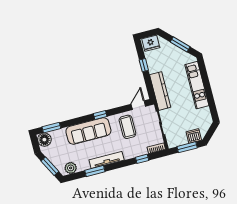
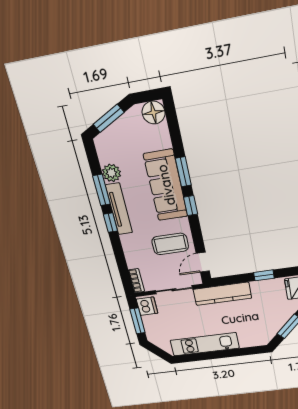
kitchen unit: (197, 85) -> (205, 344), moved
door: (138, 105) -> (203, 262), swing flipped
window: (51, 128) -> (183, 172), moved
dishwasher: (194, 136) -> (147, 306), moved
window: (142, 159) -> (110, 223), moved
plant: (71, 168) -> (111, 173), moved

